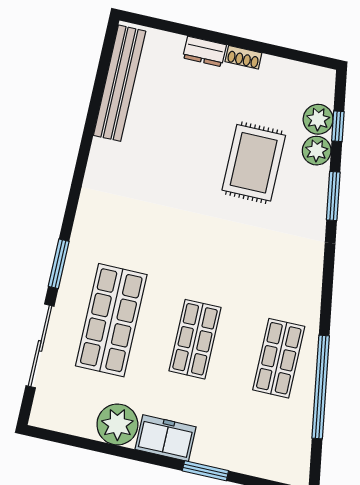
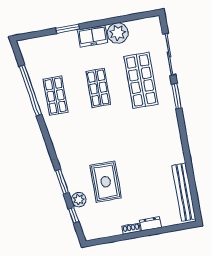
plant: (318, 119) -> (84, 215), removed

